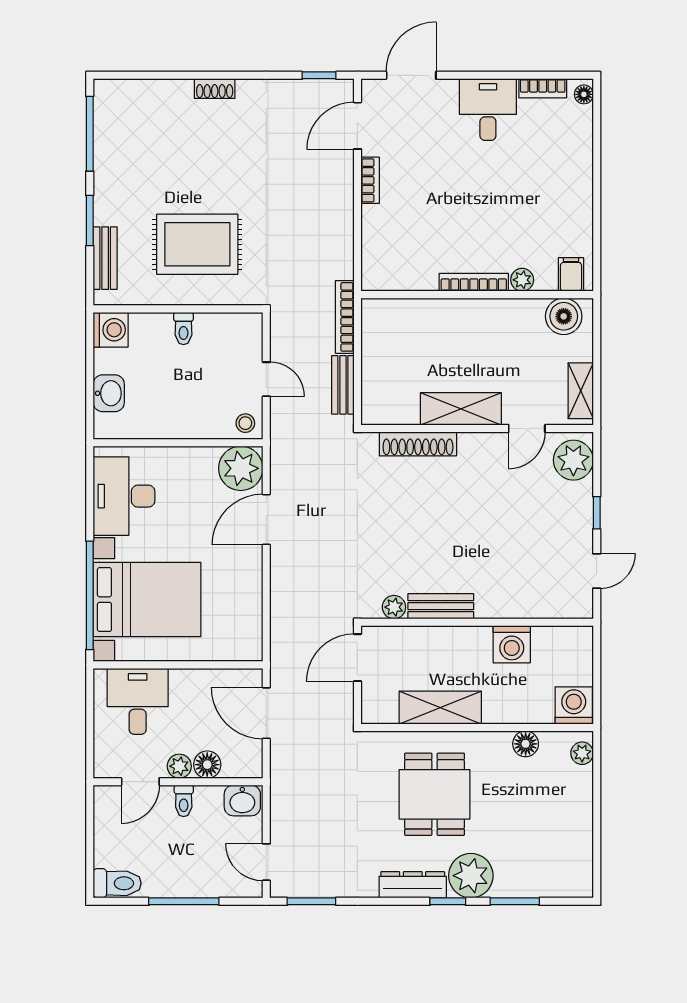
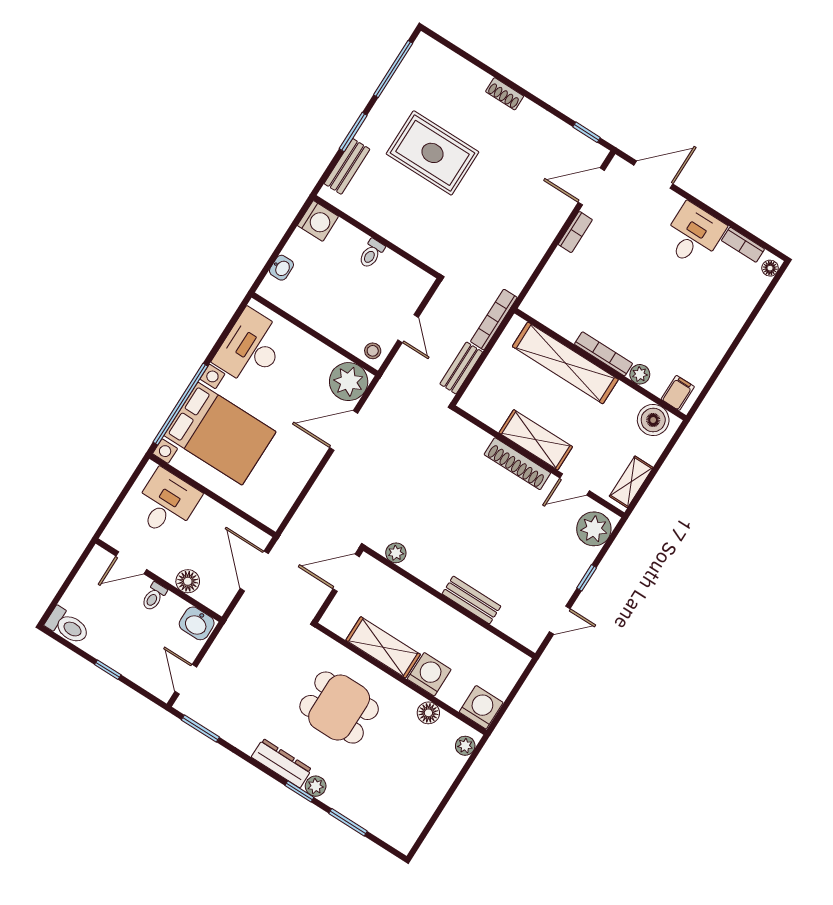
rug: (197, 244) -> (433, 153), moved
shelving: (442, 315) -> (565, 363), added
washbasin: (109, 393) -> (281, 268), width x0.72, depth x0.69
shoe rack: (418, 444) -> (517, 464), moved
bench: (441, 606) -> (471, 600), moved
washing machine: (512, 644) -> (429, 674), moved, turned 180
plant: (179, 766) -> (167, 570), removed
dining table: (435, 794) -> (339, 708), turned 90
plant: (471, 876) -> (316, 786), width x0.53, depth x0.53
window: (184, 901) -> (108, 670), width x0.46

